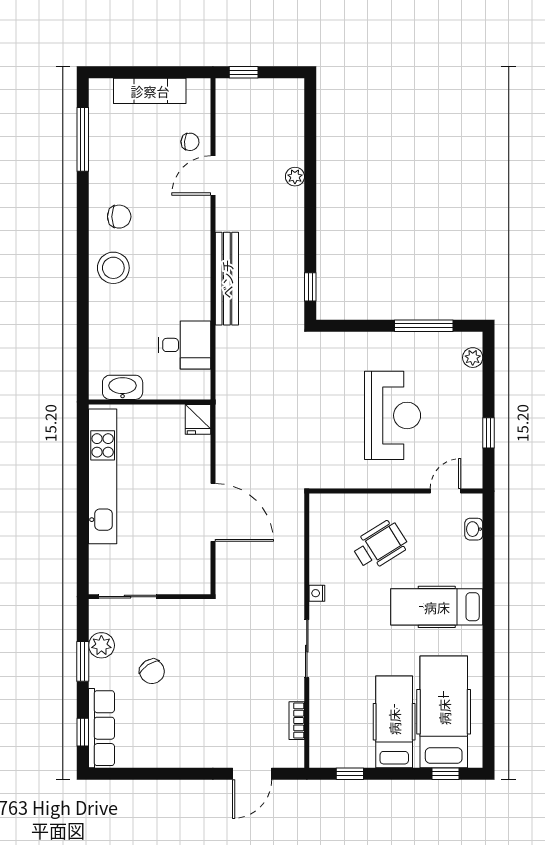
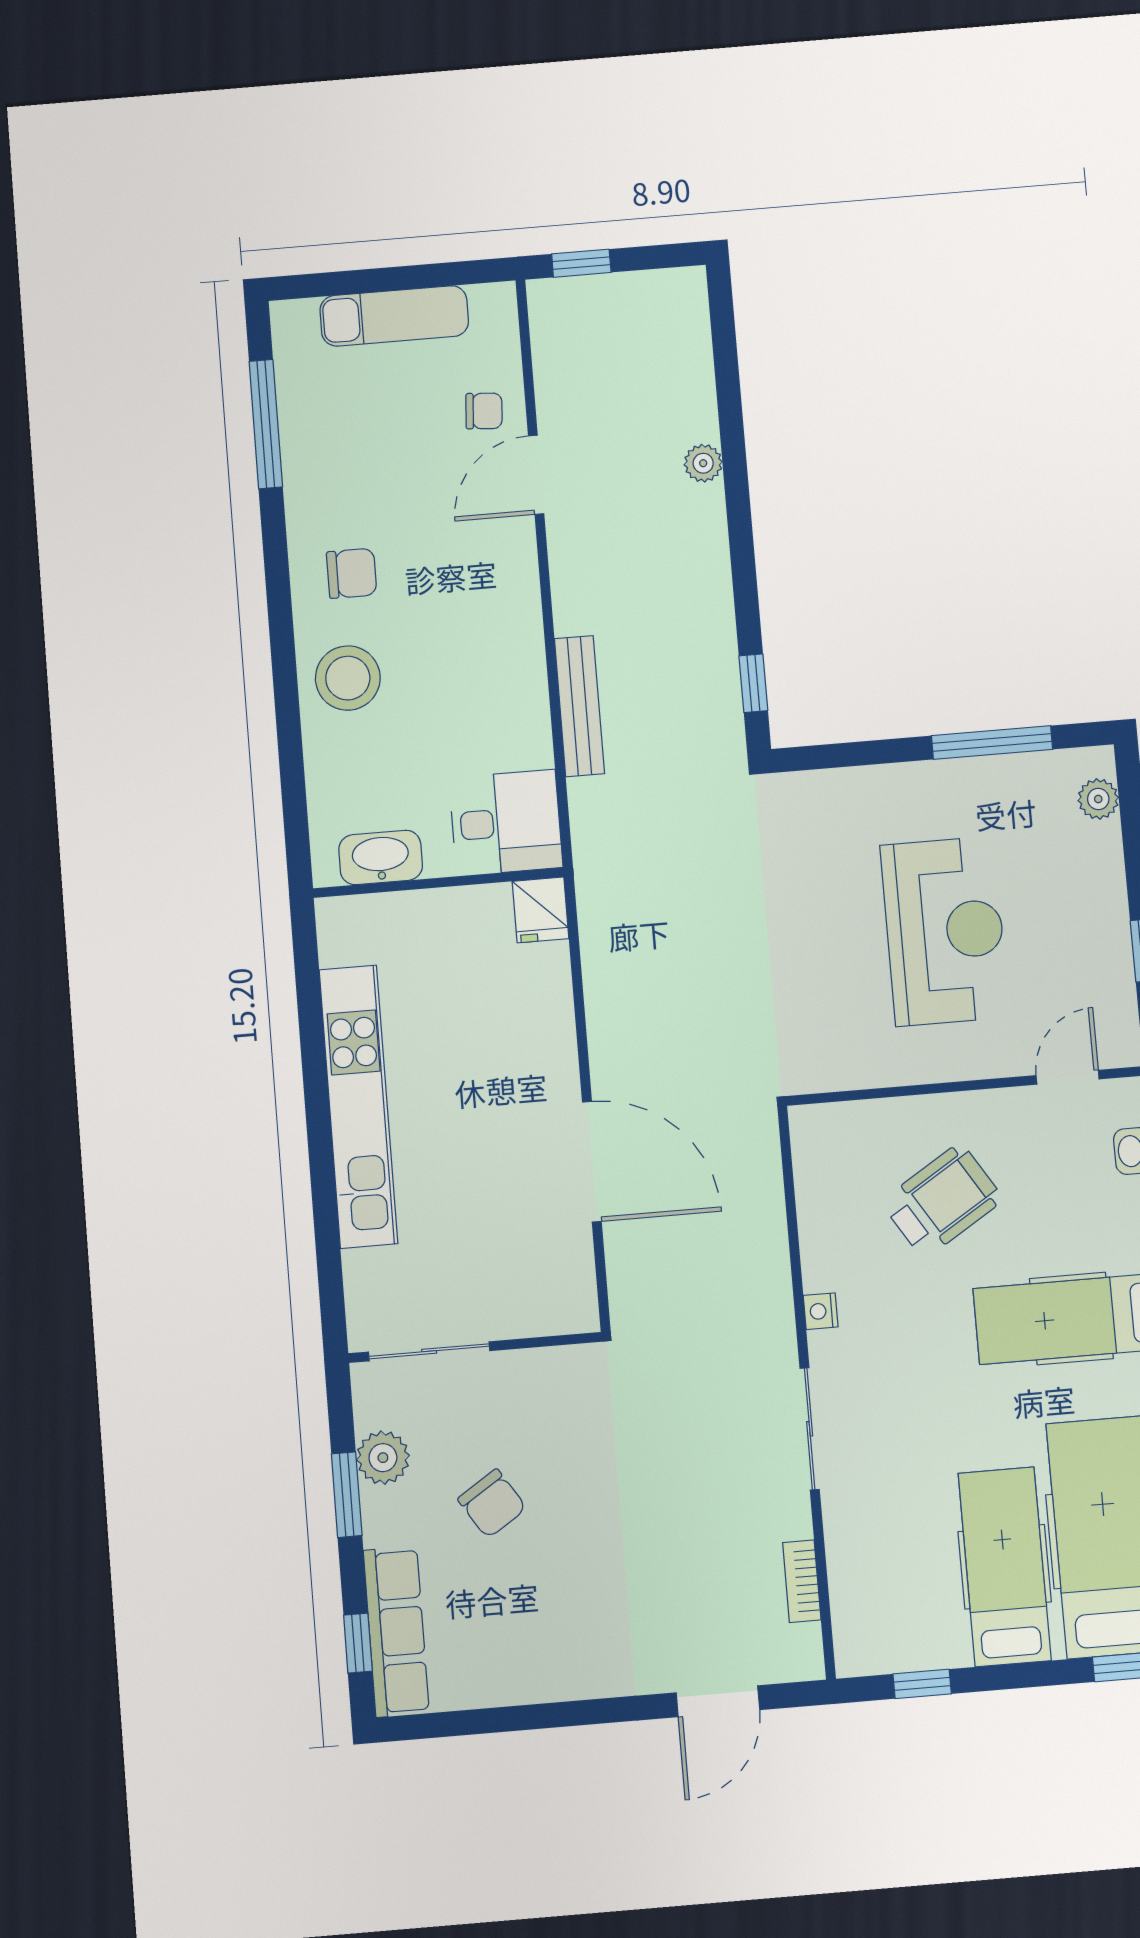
bench: (227, 279) -> (579, 706), width x0.73, depth x0.82
washbasin: (123, 387) -> (381, 858), moved
wall: (150, 402) -> (438, 883), moved
fridge: (198, 419) -> (541, 910), moved

